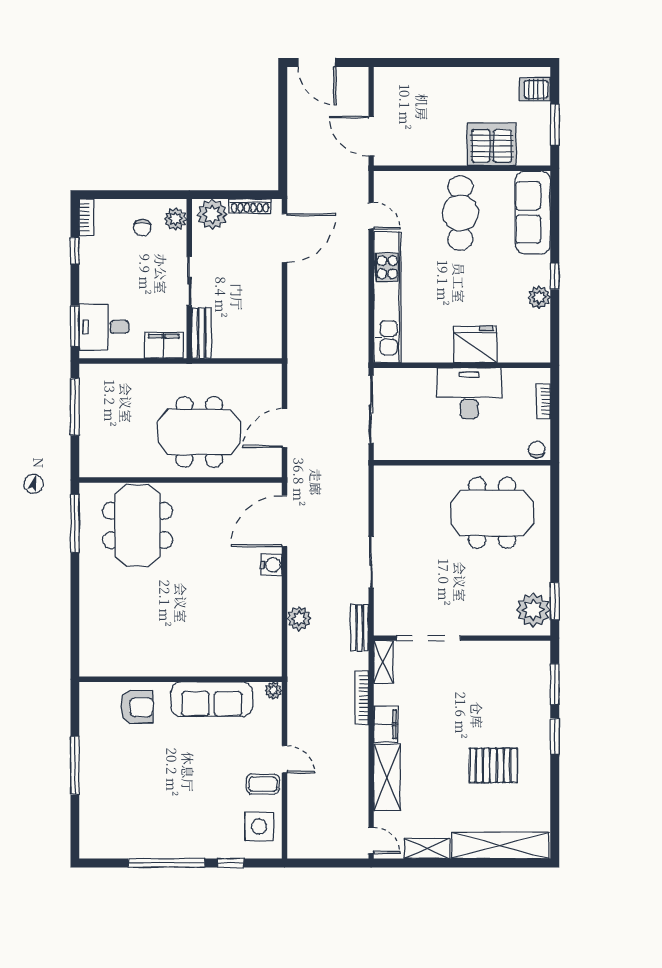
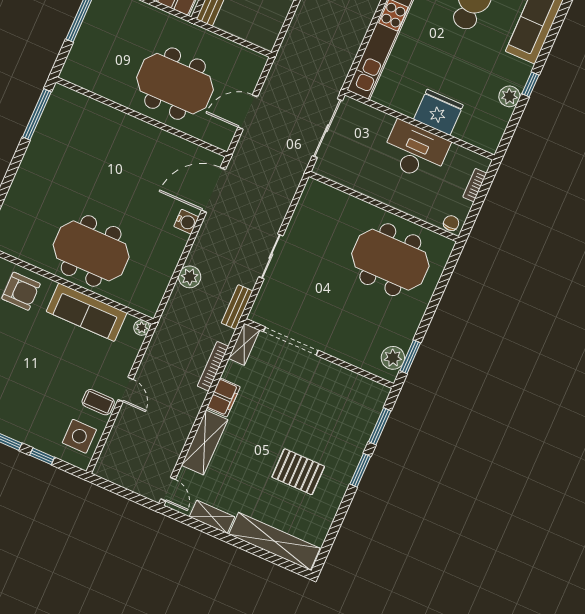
meeting table: (138, 525) -> (91, 251), moved, turned 90
plant: (533, 610) -> (393, 358), width x0.73, depth x0.73

